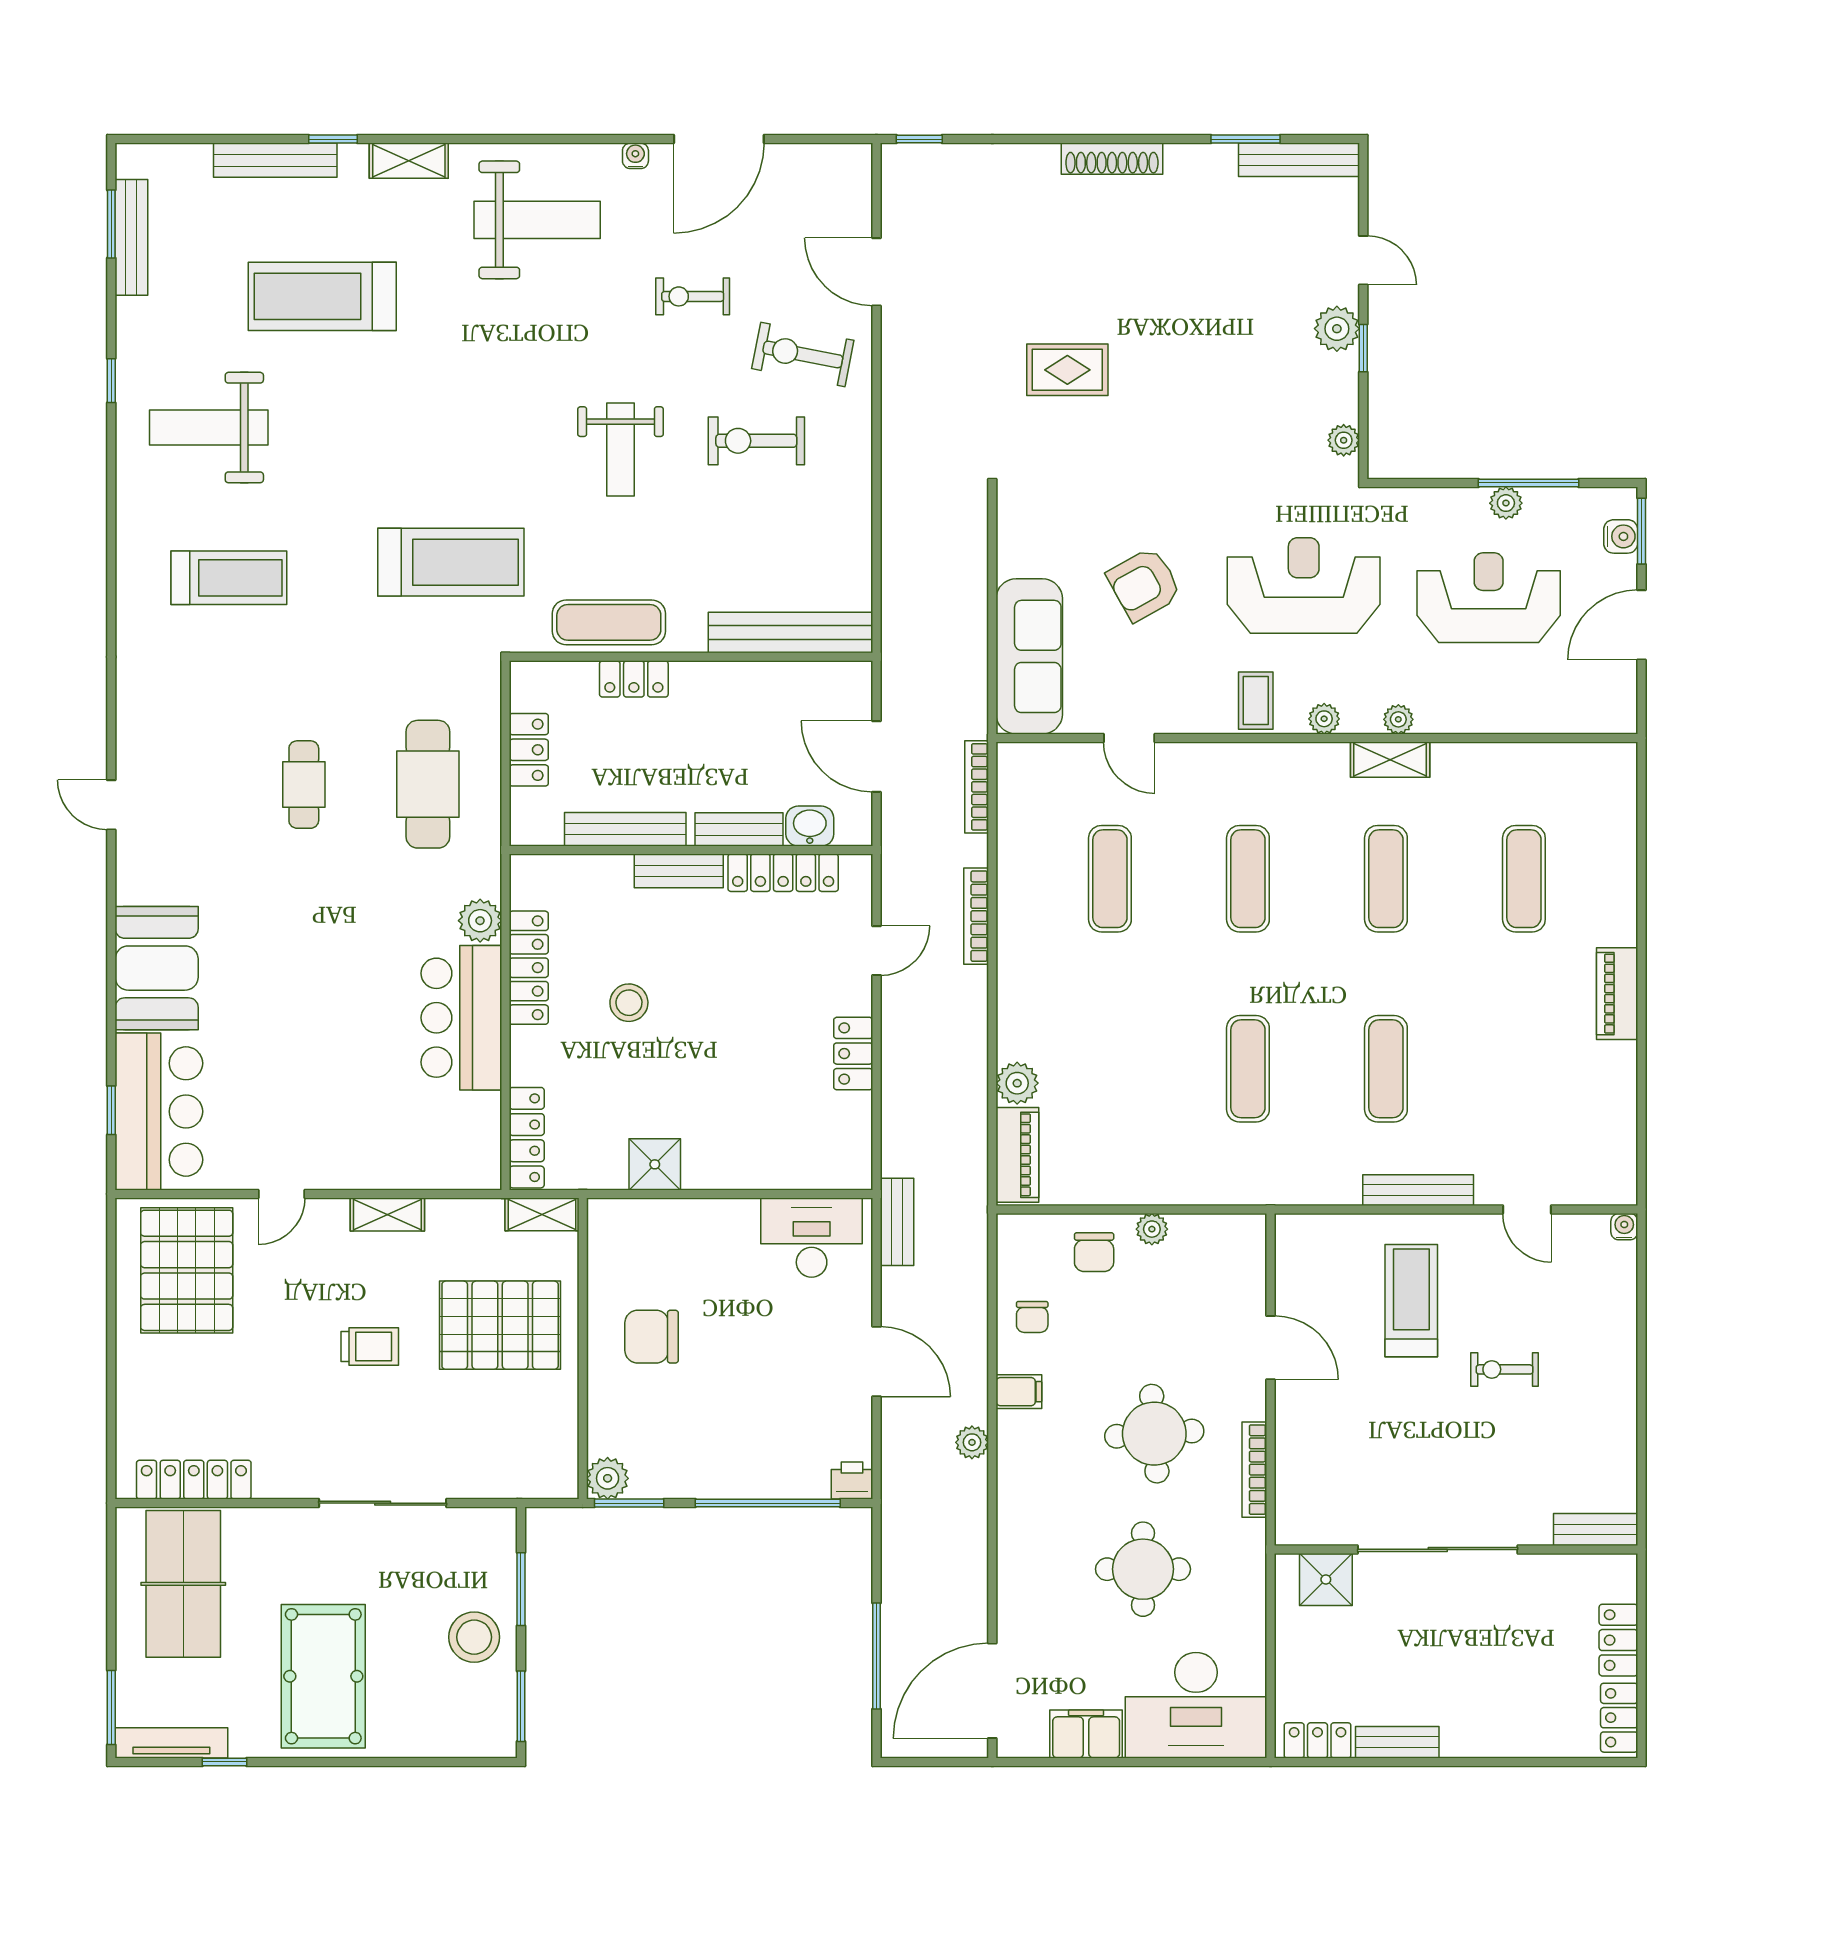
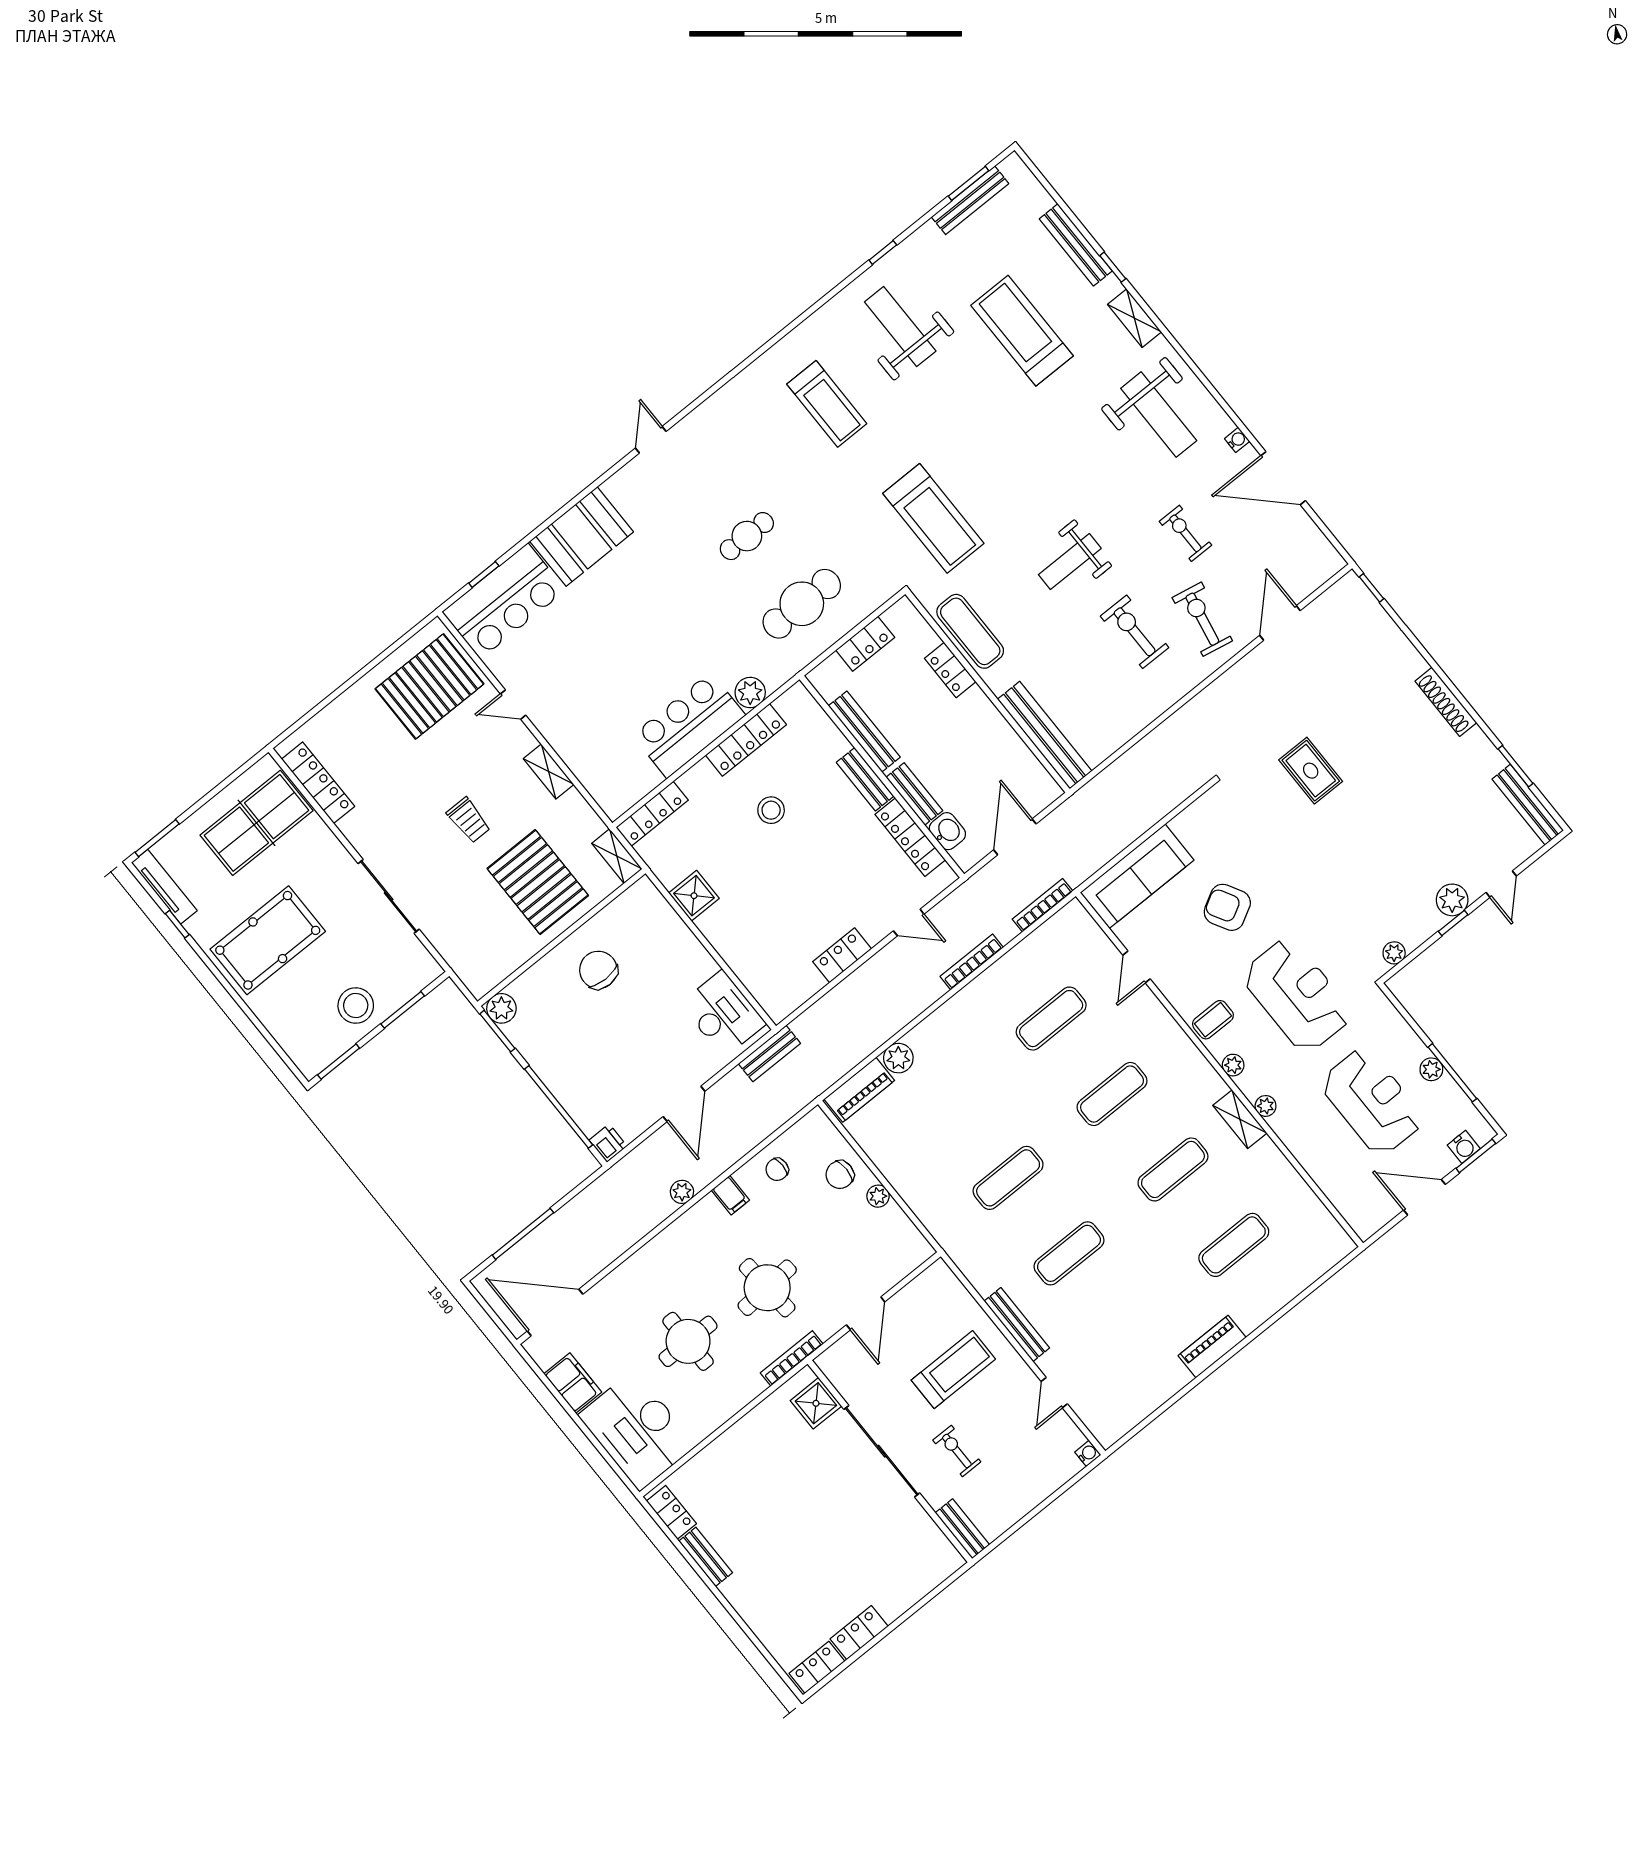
bench: (1596, 1530) -> (962, 1529), moved
sliding door: (1438, 1549) -> (882, 1451), moved
wall: (1456, 1549) -> (890, 1461), moved
shower: (1326, 1579) -> (816, 1403), moved

